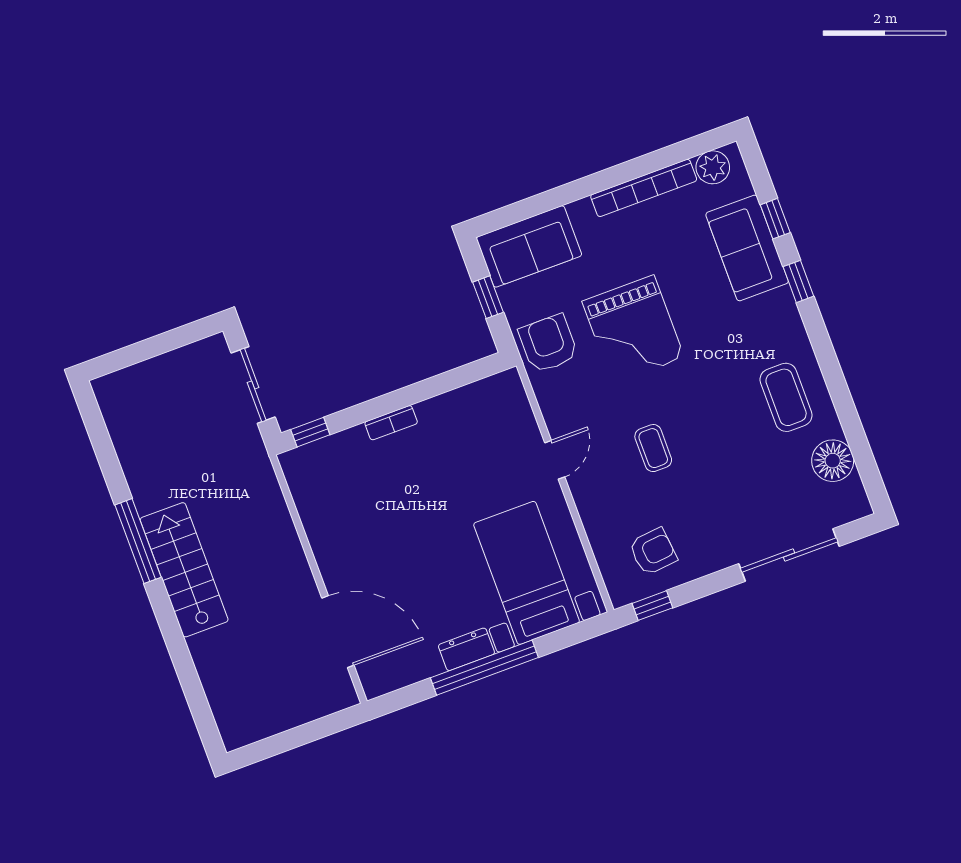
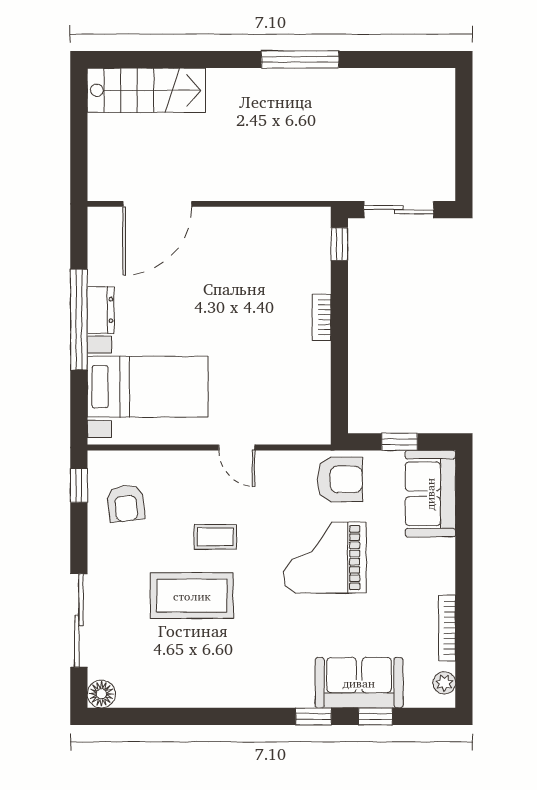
plant: (713, 167) -> (444, 683), width x0.73, depth x0.73
bookcase: (644, 188) -> (447, 628), width x0.68, depth x0.76
coffee table: (786, 397) -> (192, 596), moved, width x1.36, depth x1.32
floor lamp: (833, 461) -> (101, 694), moved, width x0.73, depth x0.73
stairs: (184, 570) -> (146, 90), moved

